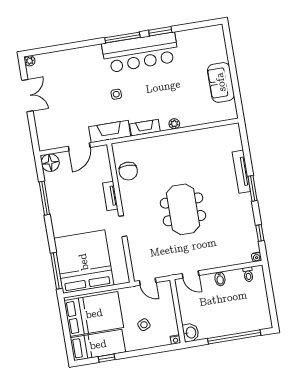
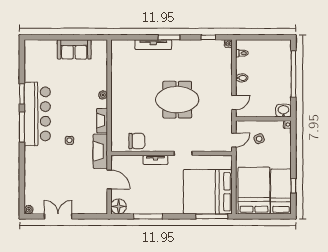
side table: (144, 325) -> (259, 139), moved

